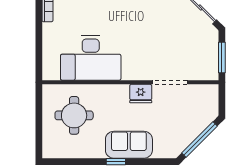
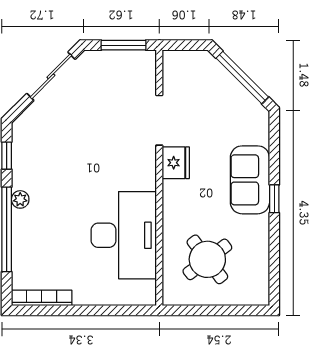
round table: (74, 115) -> (207, 259), turned -37

